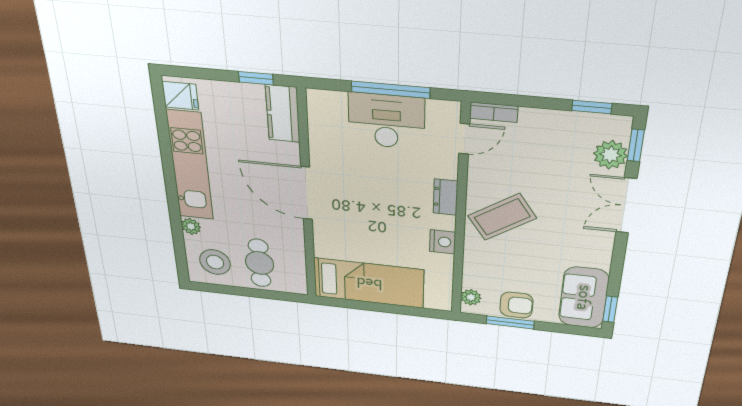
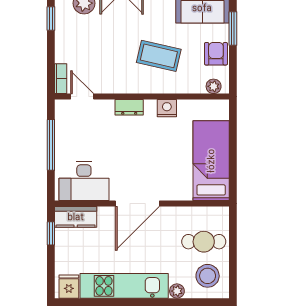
desk: (386, 121) -> (84, 181), moved, turned -90
coffee table: (502, 217) -> (159, 56), moved, turned -43
window: (510, 322) -> (233, 28), moved

